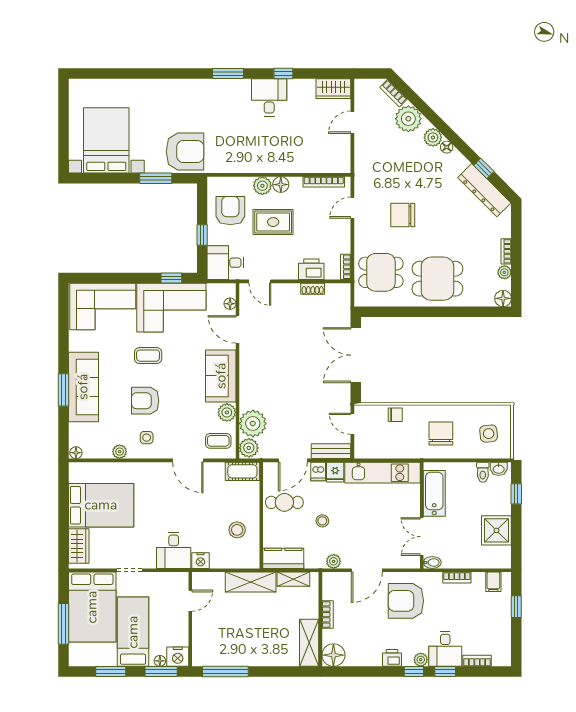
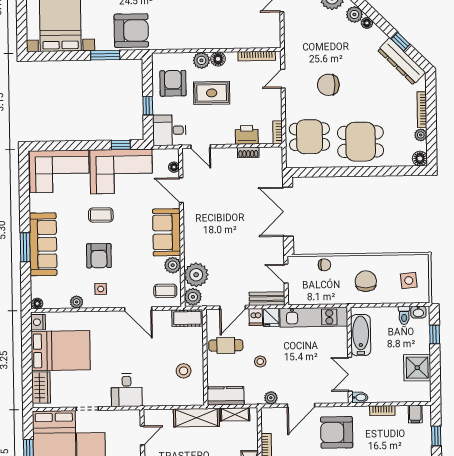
bookcase: (506, 251) -> (422, 110), width x1.56
armchair: (145, 401) -> (99, 256), turned -90
nightstand: (201, 561) -> (38, 322), moved, turned 90

